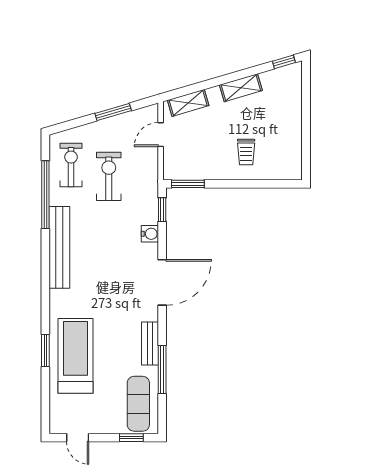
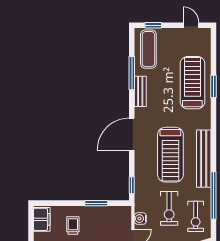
filing cabinet: (291, 161) -> (42, 219), added
window: (188, 184) -> (96, 203), moved
water cooler: (150, 234) -> (140, 219), moved
treadmill: (107, 253) -> (170, 155), added
treadmill: (75, 356) -> (192, 83), turned 180

